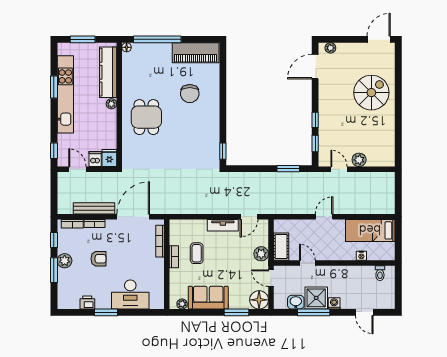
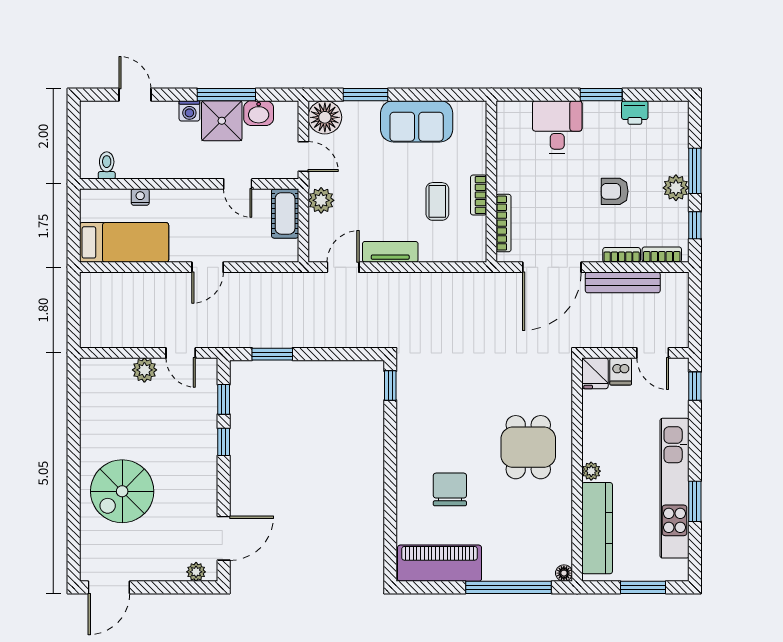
desk: (130, 294) -> (557, 127), width x0.73
plant: (182, 304) -> (464, 110), removed

